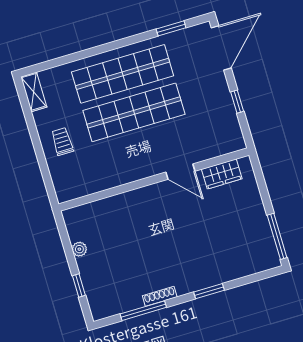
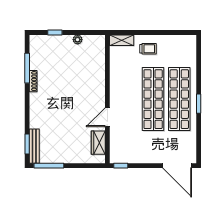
window: (171, 28) -> (199, 104), moved
shelving: (34, 92) -> (122, 40), moved
window: (237, 102) -> (121, 166), moved
bench: (255, 266) -> (34, 146), added
window: (209, 291) -> (27, 144), moved

